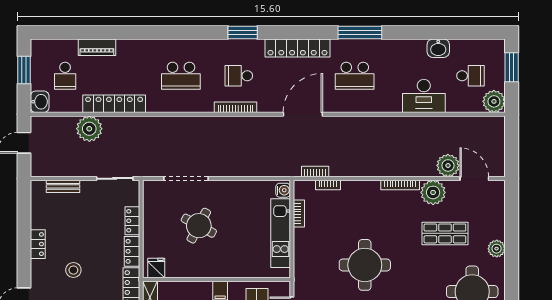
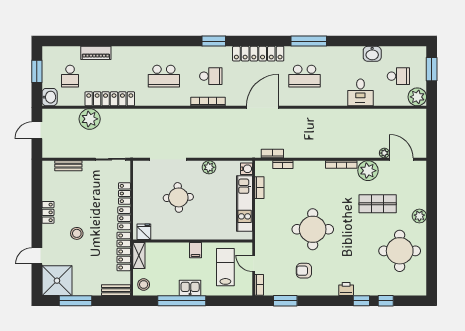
school desk: (239, 76) -> (211, 76), turned 180
desk: (424, 96) -> (360, 92), width x0.73
plant: (448, 165) -> (384, 153), width x0.53, depth x0.53
plant: (237, 188) -> (209, 167), added
round table: (199, 226) -> (178, 197), turned -31

